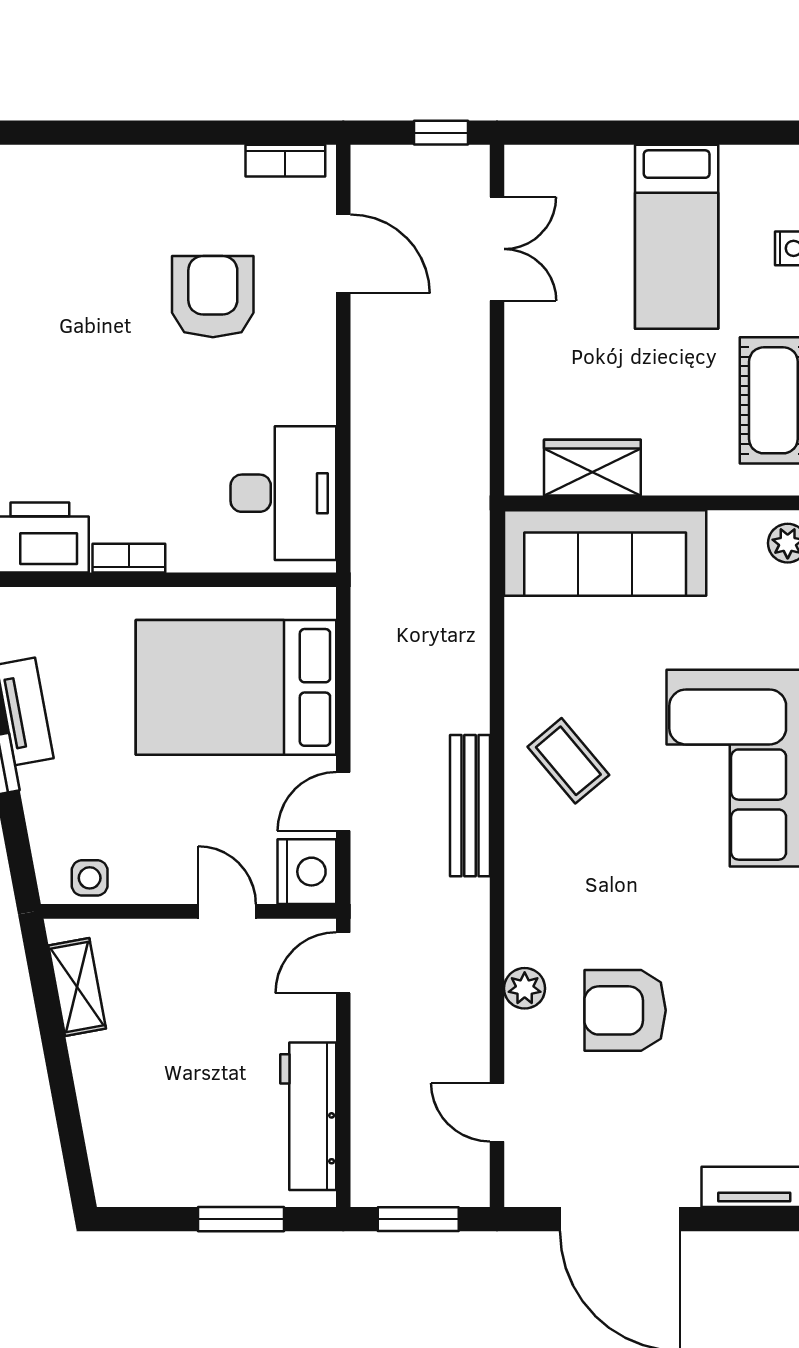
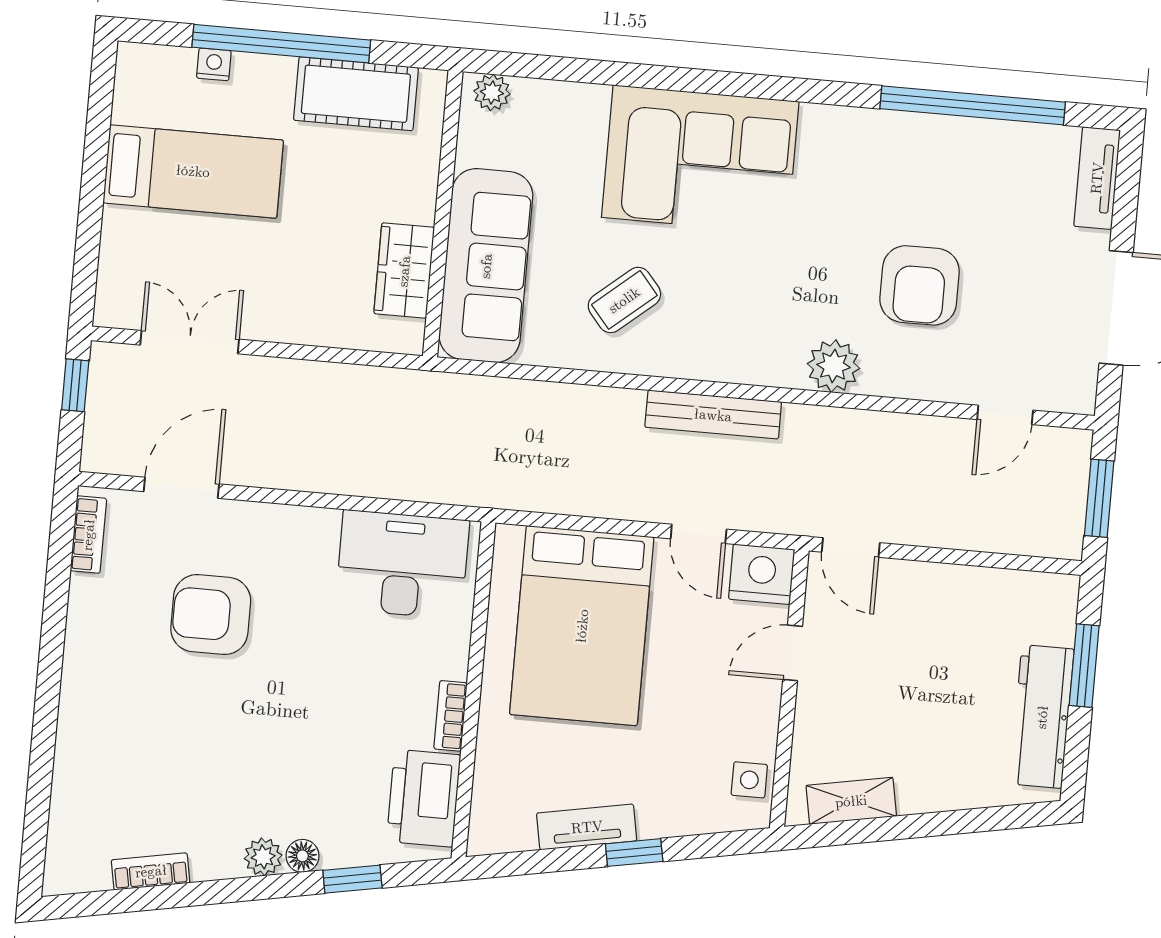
coffee table: (568, 761) -> (624, 300), moved
plant: (525, 988) -> (834, 366), moved, width x1.38, depth x1.38
workbench: (308, 1116) -> (1042, 717), moved, turned 90

